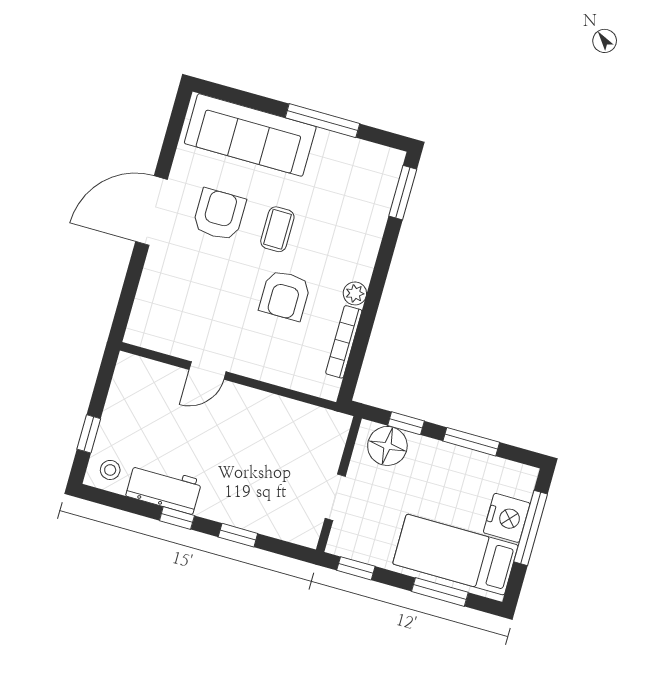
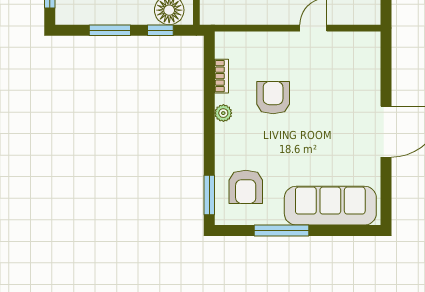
armchair: (219, 215) -> (246, 187), moved
coffee table: (277, 229) -> (292, 143), removed
bookcase: (344, 342) -> (221, 76), width x0.64

